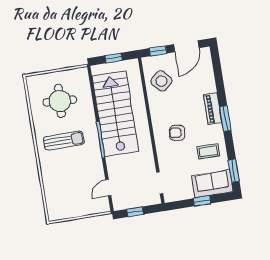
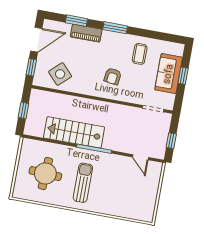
door: (187, 46) -> (36, 40), hinge flipped
piano: (213, 109) -> (86, 33), moved
stairs: (115, 114) -> (74, 132), width x0.73, depth x0.66
window: (234, 171) -> (76, 21), moved
sofa: (212, 184) -> (169, 74), moved

